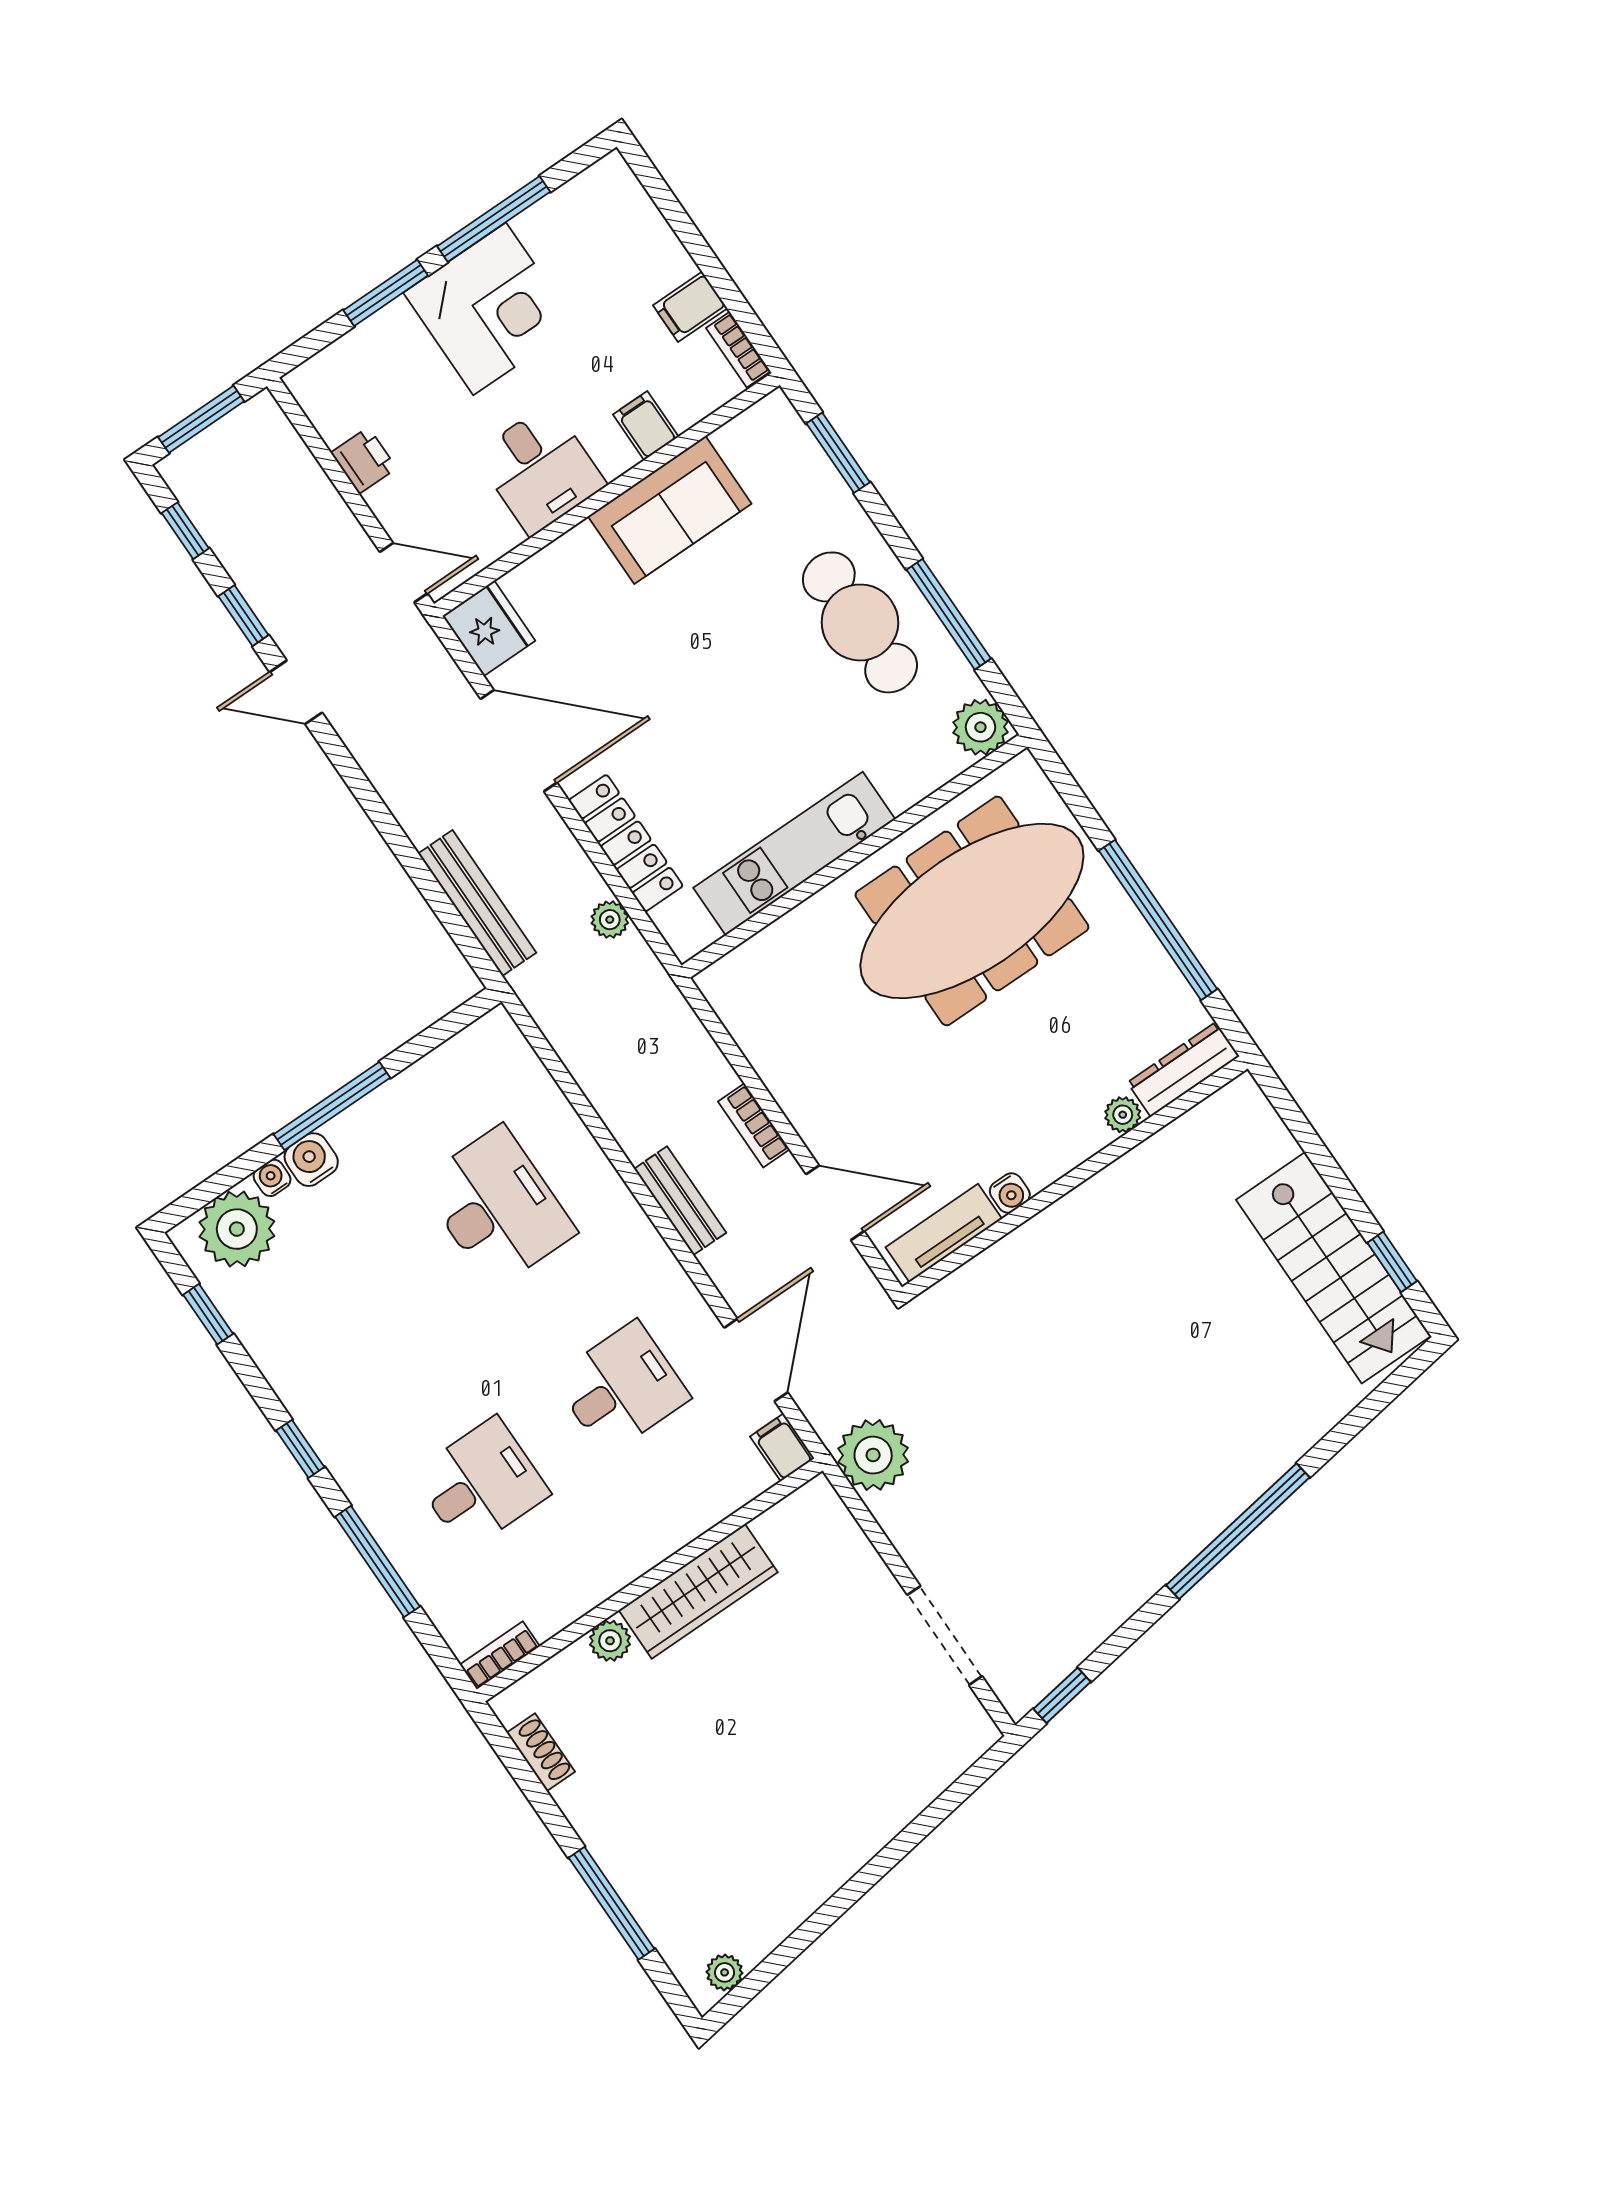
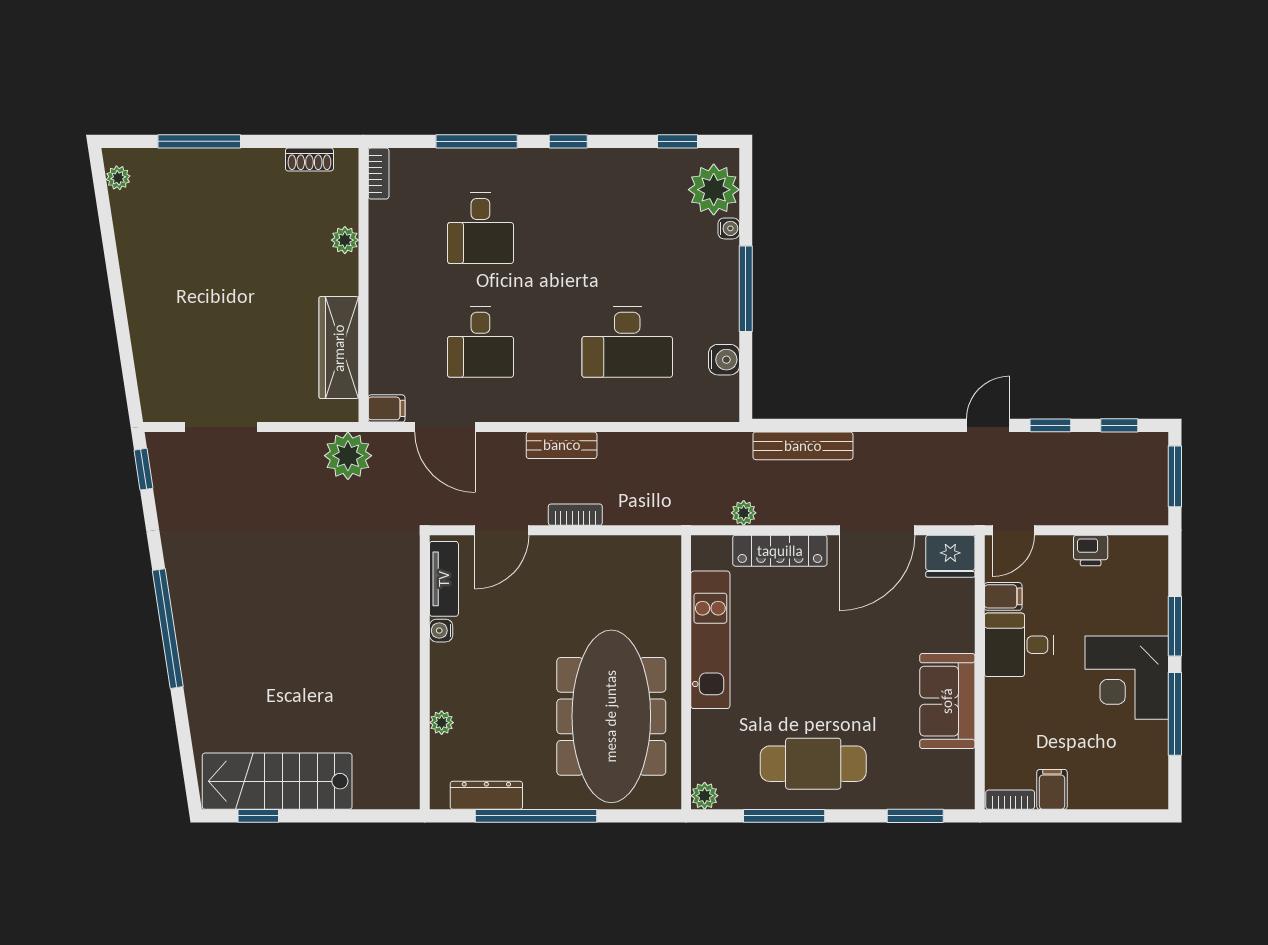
filing cabinet: (646, 426) -> (1003, 596), moved
plant: (980, 727) -> (705, 796), width x0.73, depth x0.73
dresser: (1183, 1069) -> (486, 795), moved, turned -90
water cooler: (311, 1160) -> (724, 360), moved
wardrobe: (698, 1591) -> (339, 348), moved

